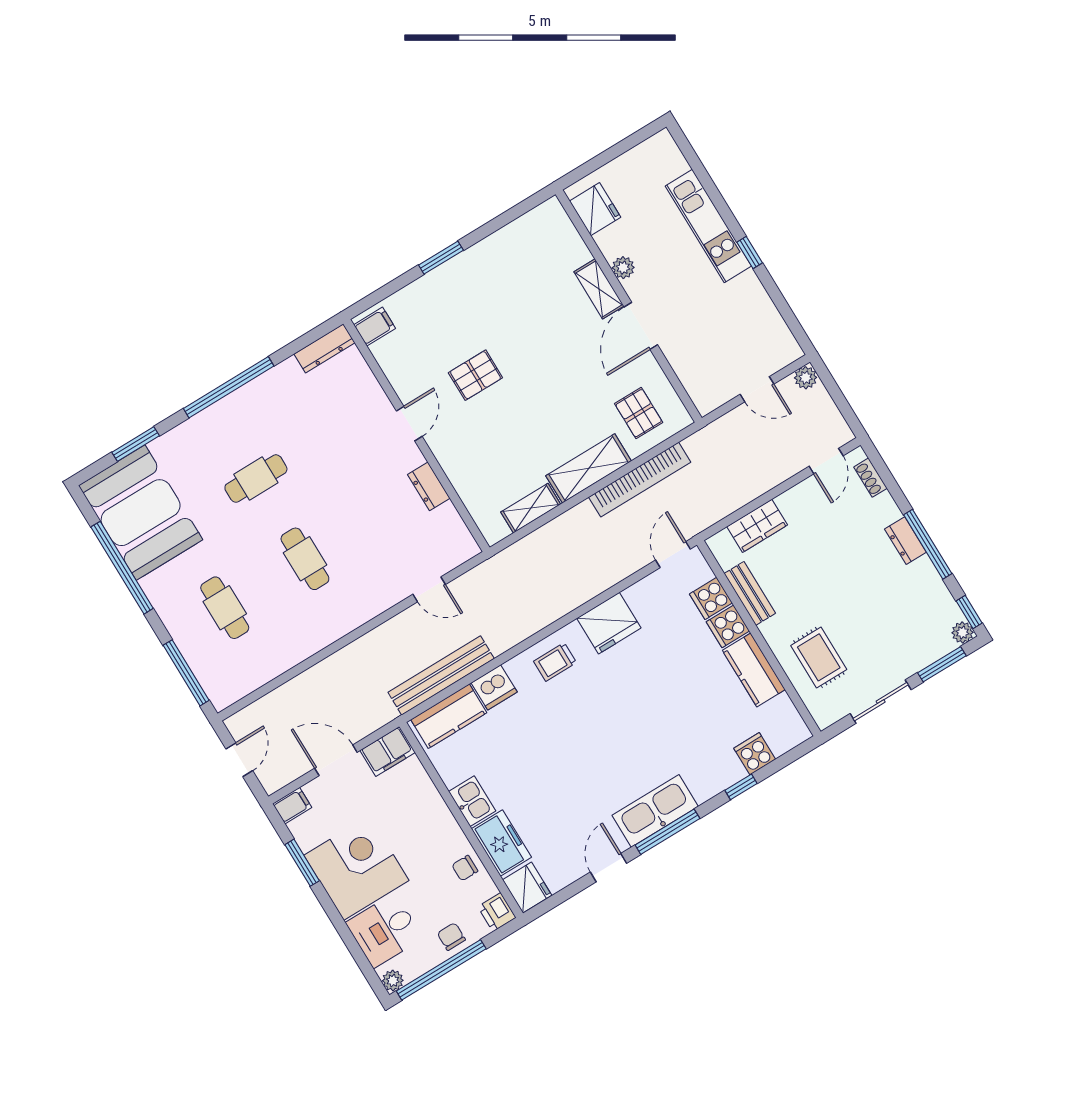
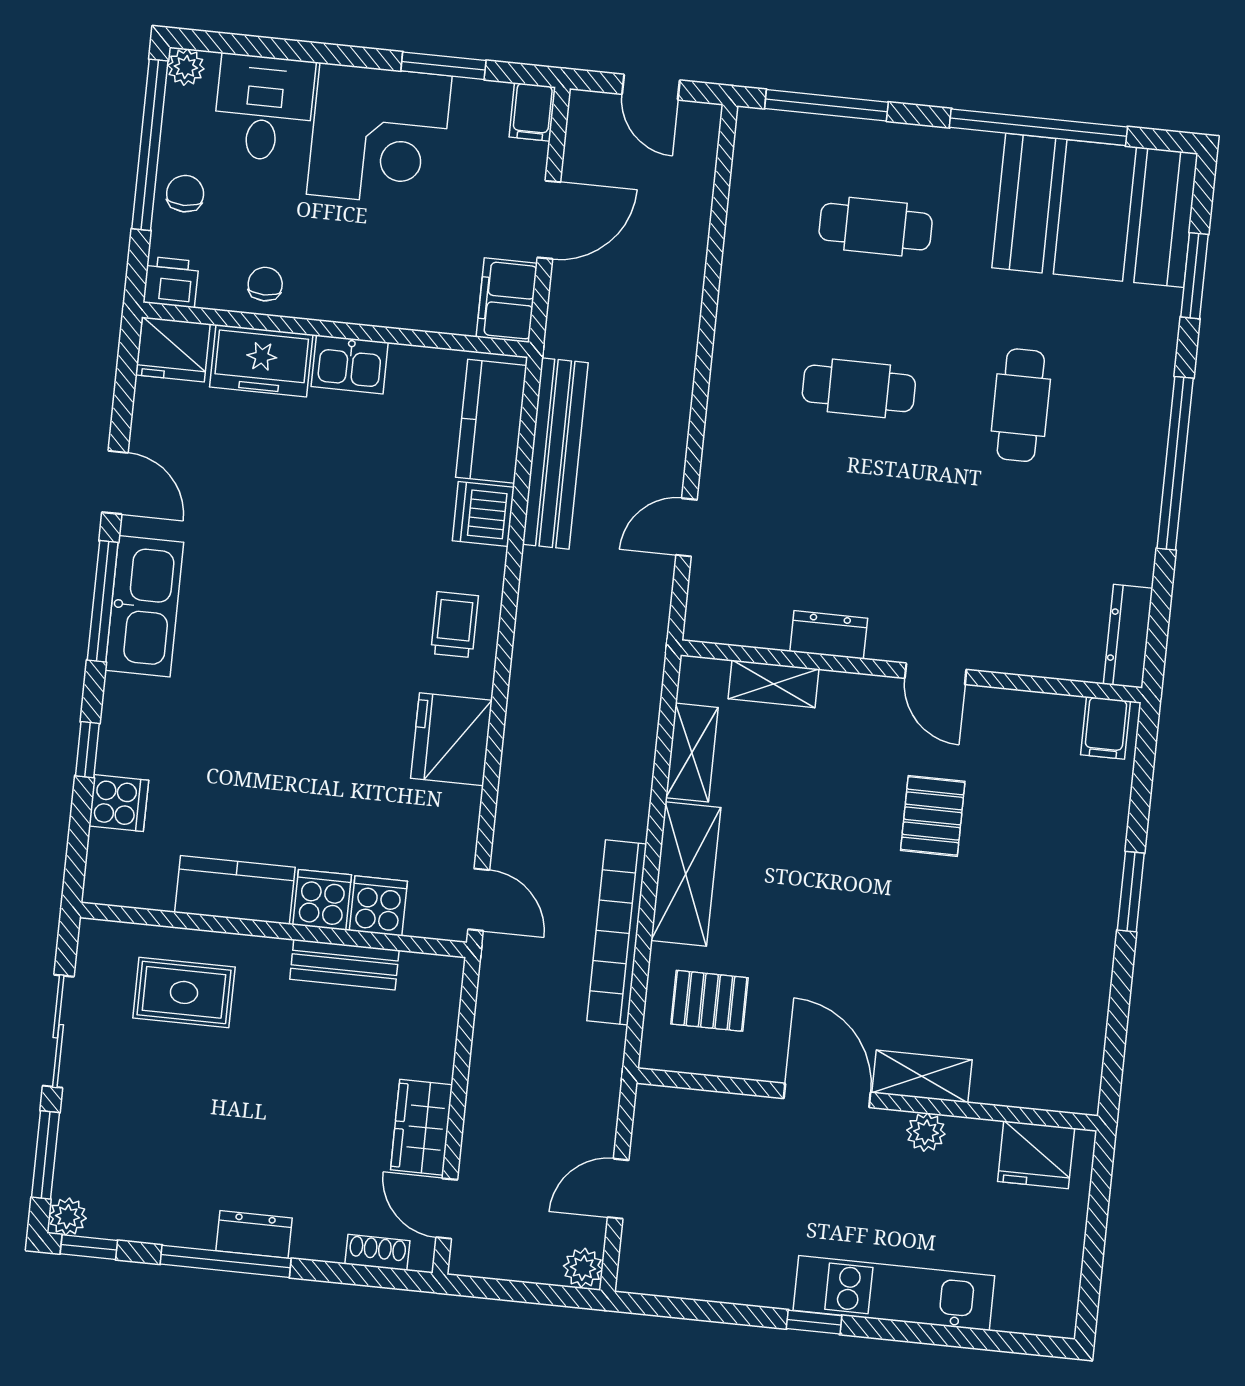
shelving: (471, 495) -> (773, 684), added
wardrobe: (757, 526) -> (422, 1127), moved
chair: (451, 937) -> (185, 194), turned -90

